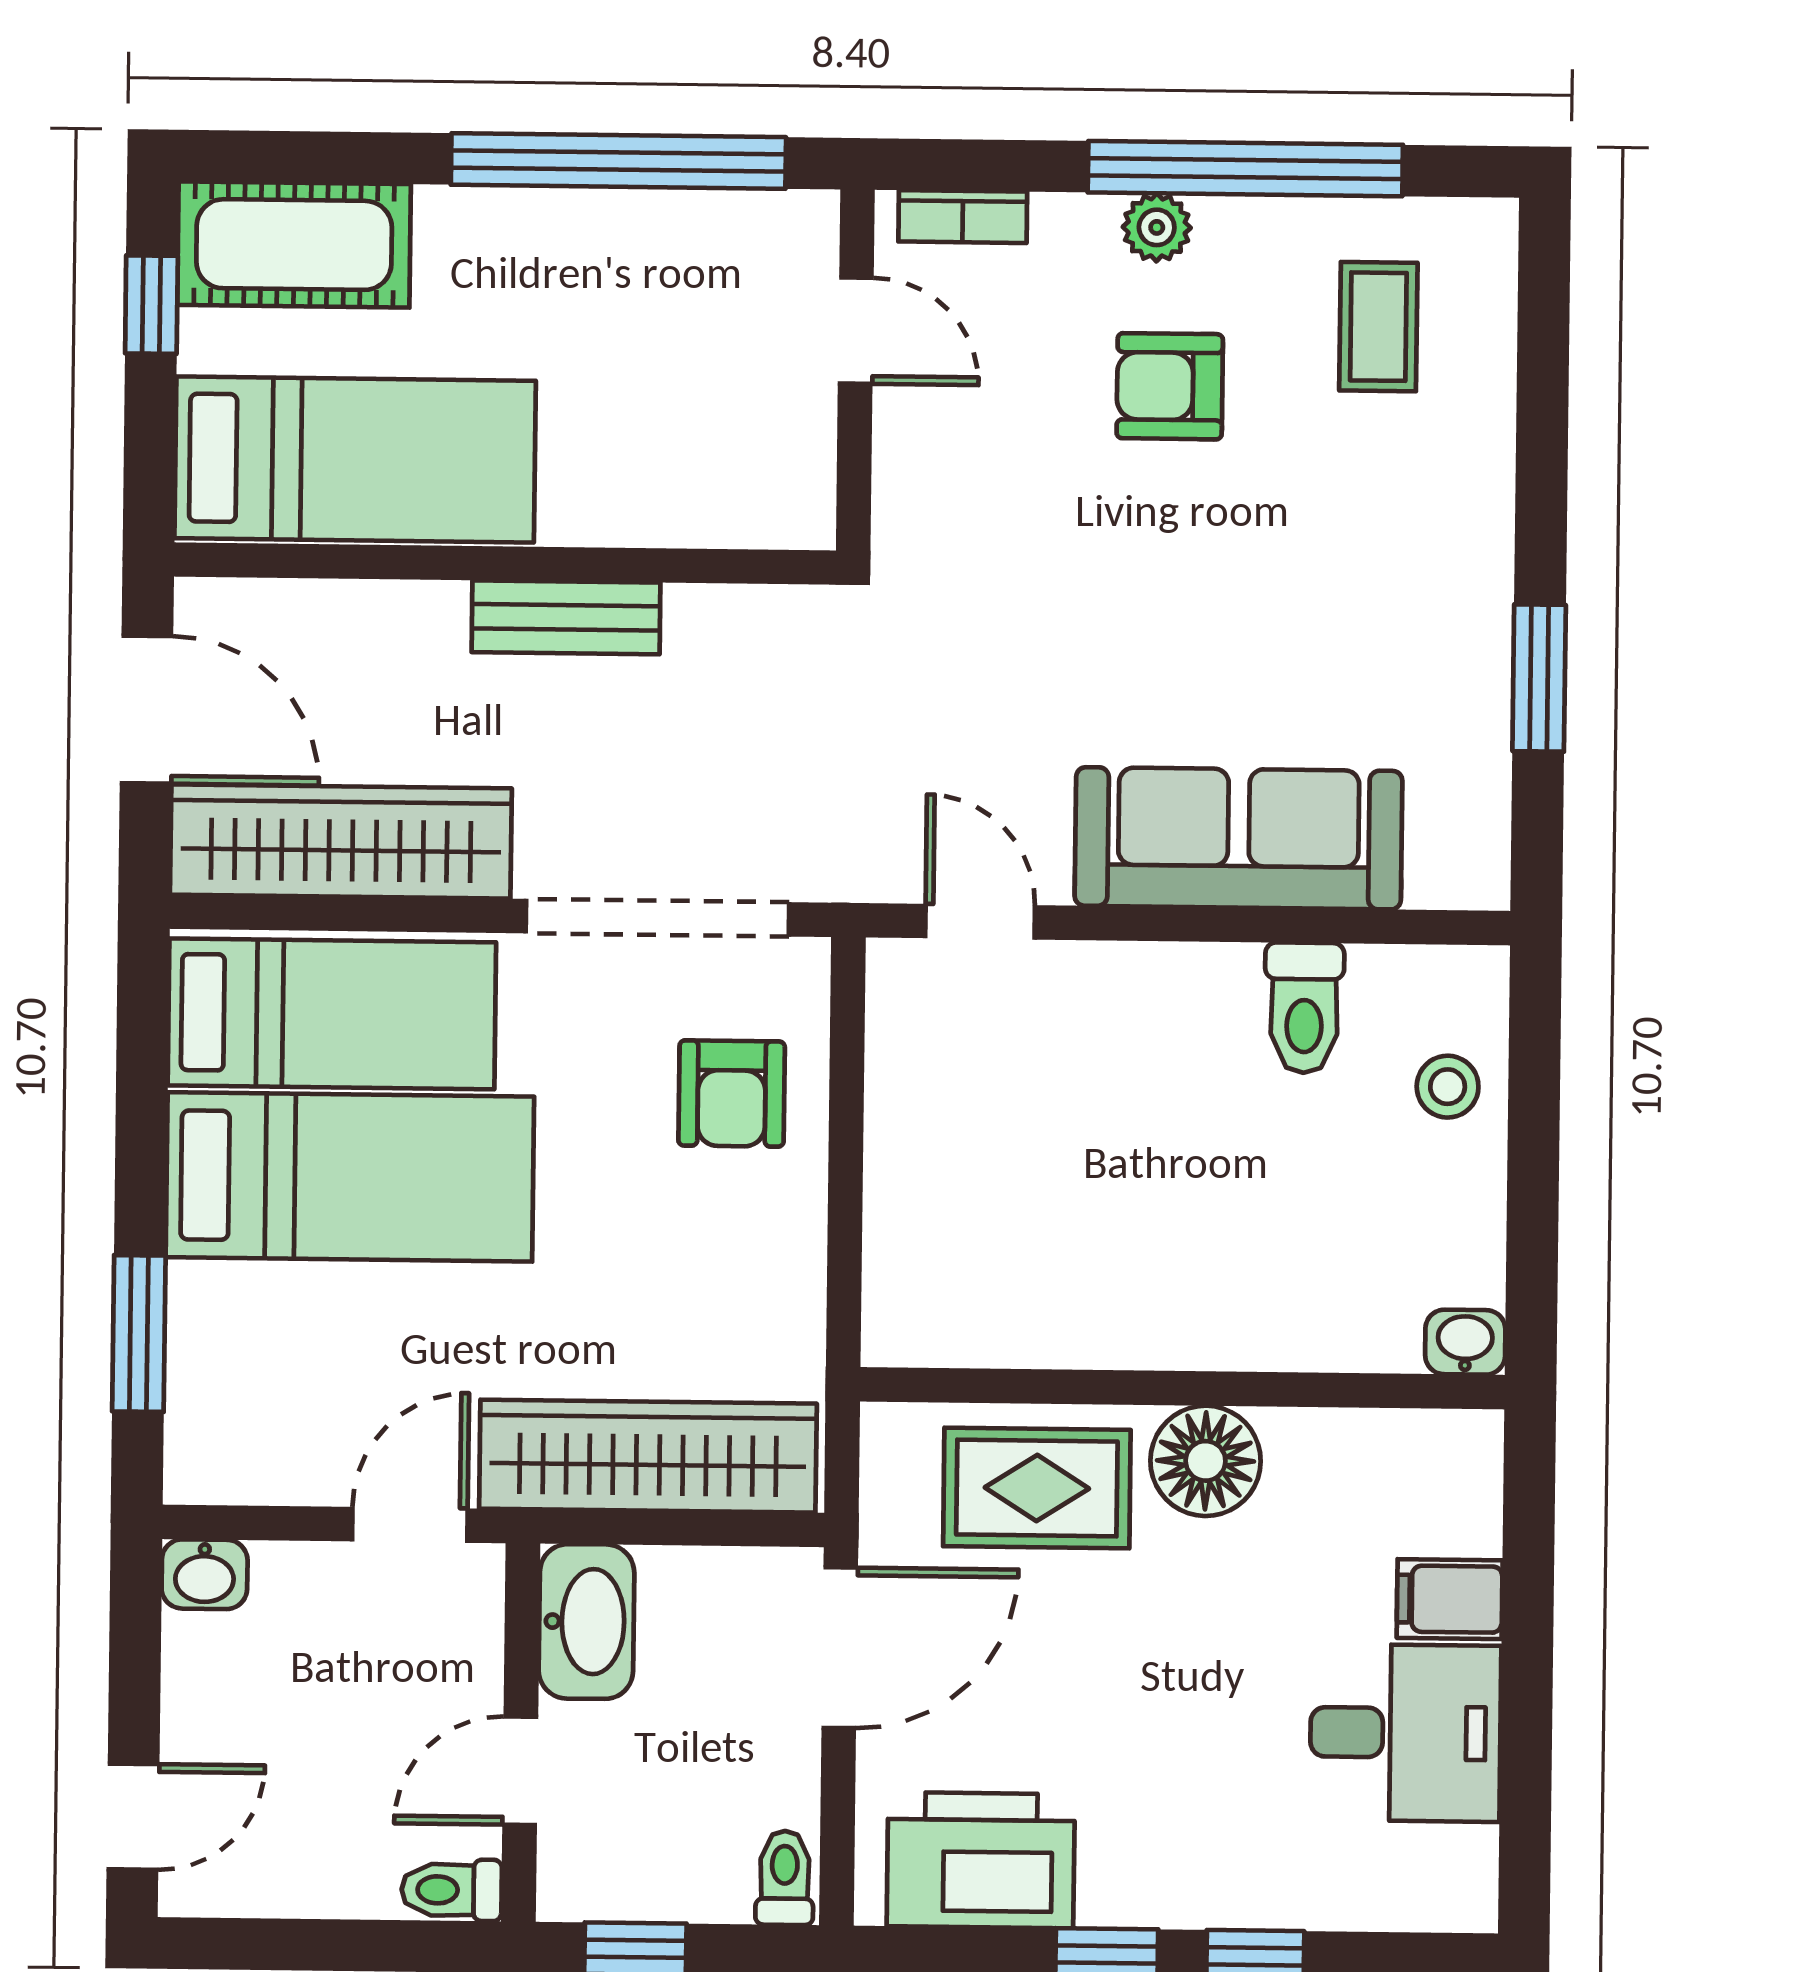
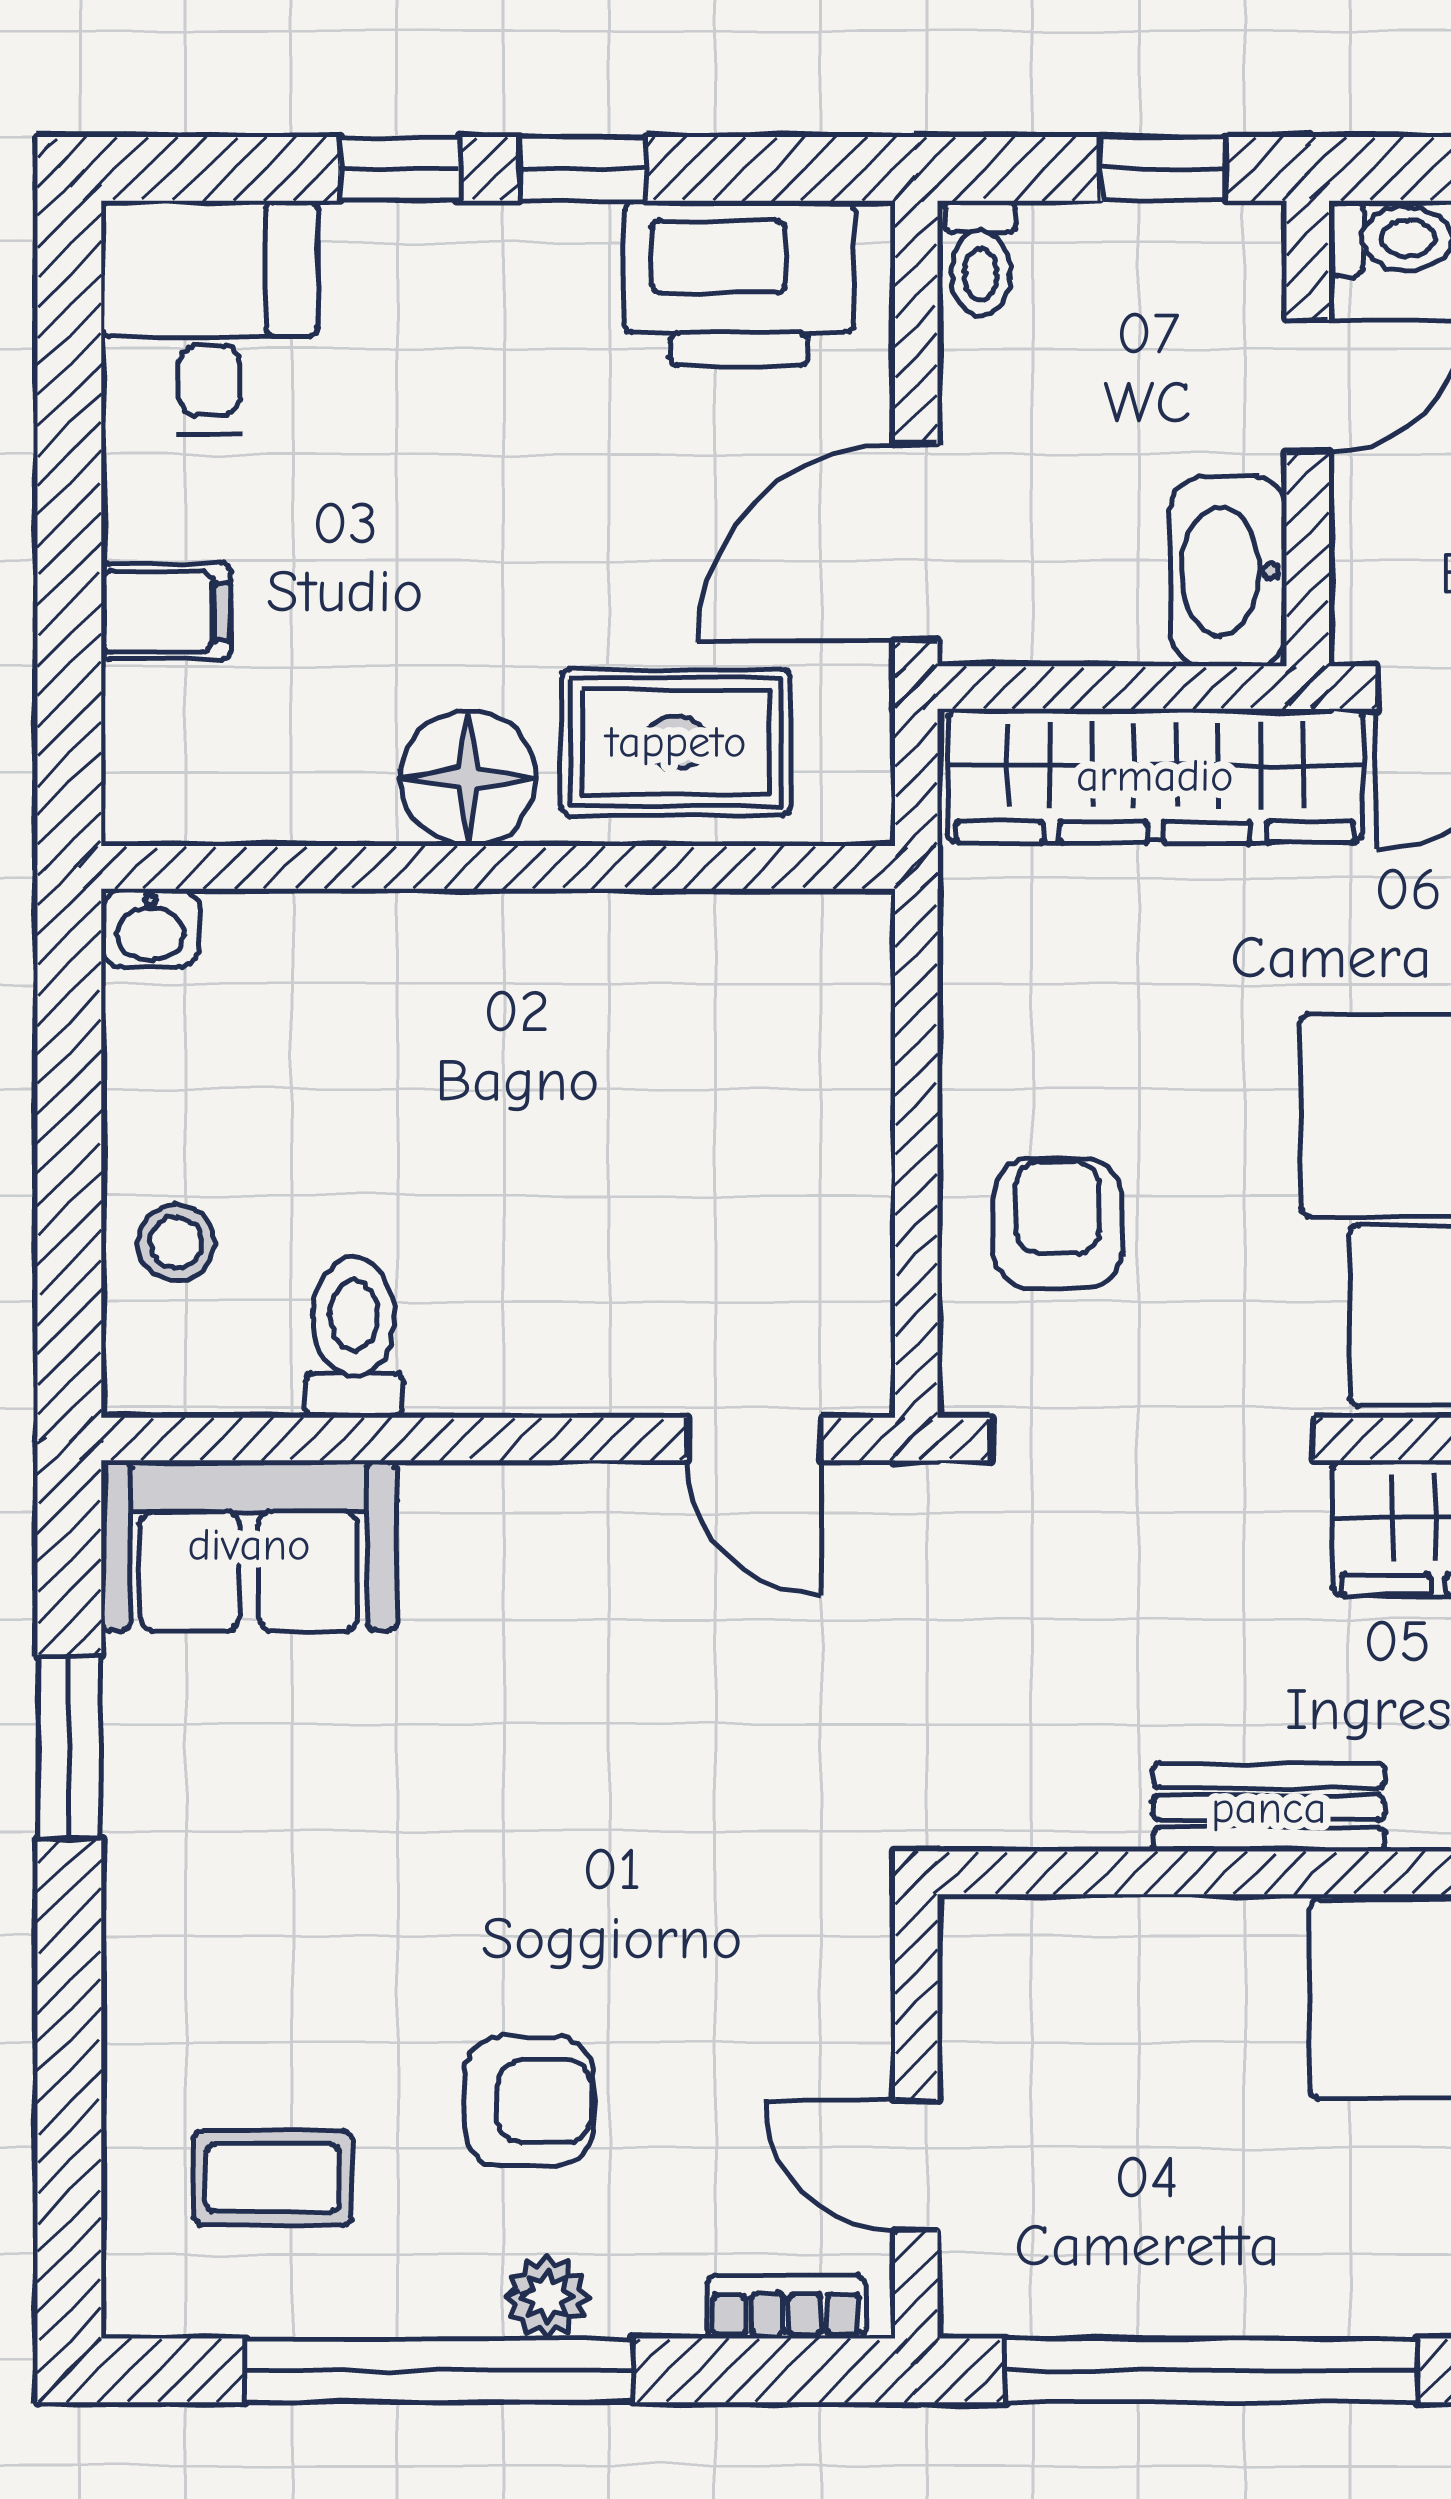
coffee table: (1378, 327) -> (273, 2178), turned 90
sofa: (1239, 838) -> (249, 1545), moved, width x0.73
desk: (1405, 1733) -> (210, 317), moved, turned 90

